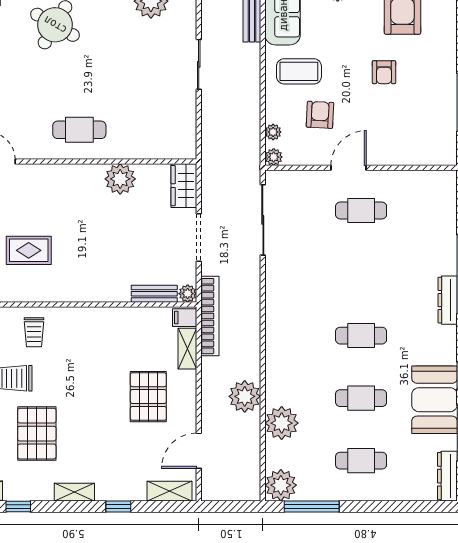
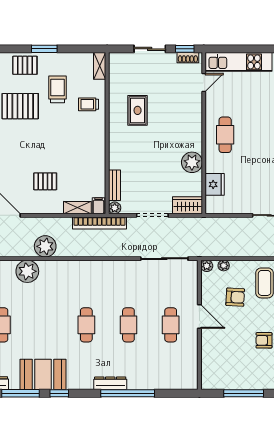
fridge: (153, 145) -> (215, 184), added
rug: (29, 250) -> (138, 110), moved
pallet: (148, 397) -> (45, 181), width x0.67, depth x0.71
cafe table: (361, 398) -> (128, 325), moved

